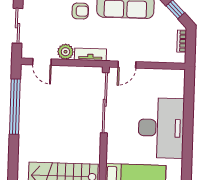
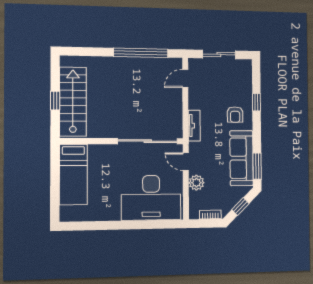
plant: (65, 52) -> (196, 183), moved
desk: (161, 128) -> (151, 198), moved

